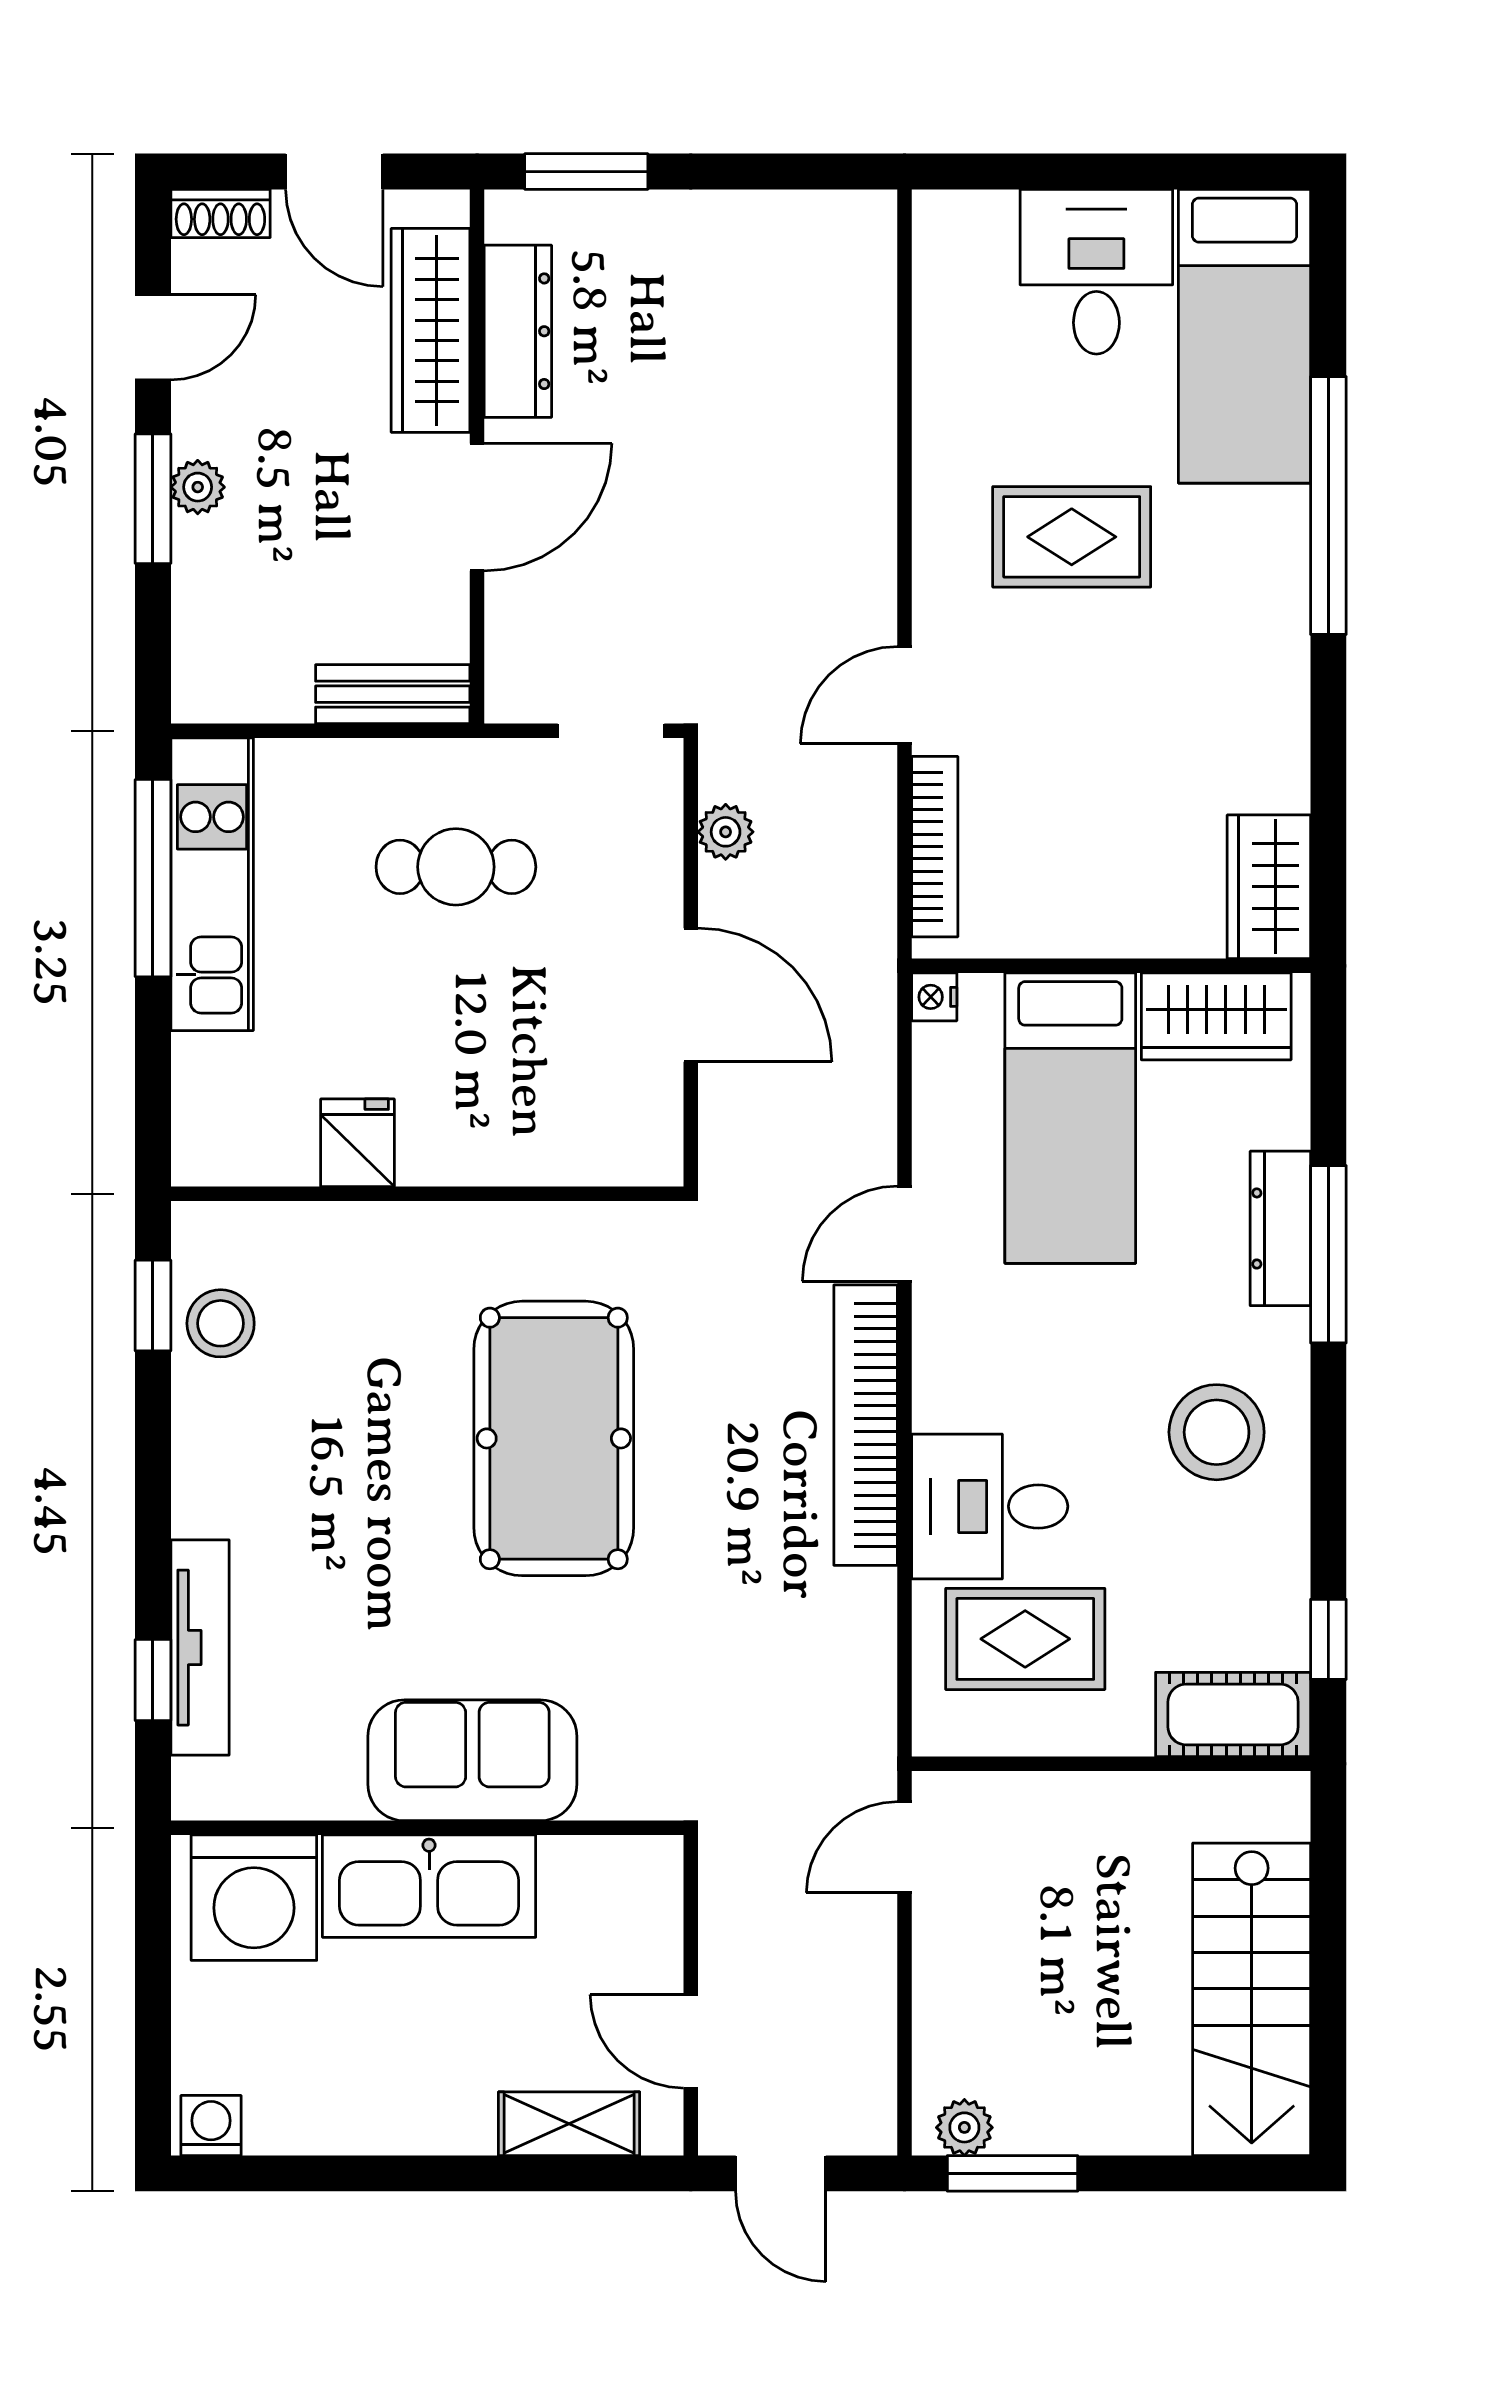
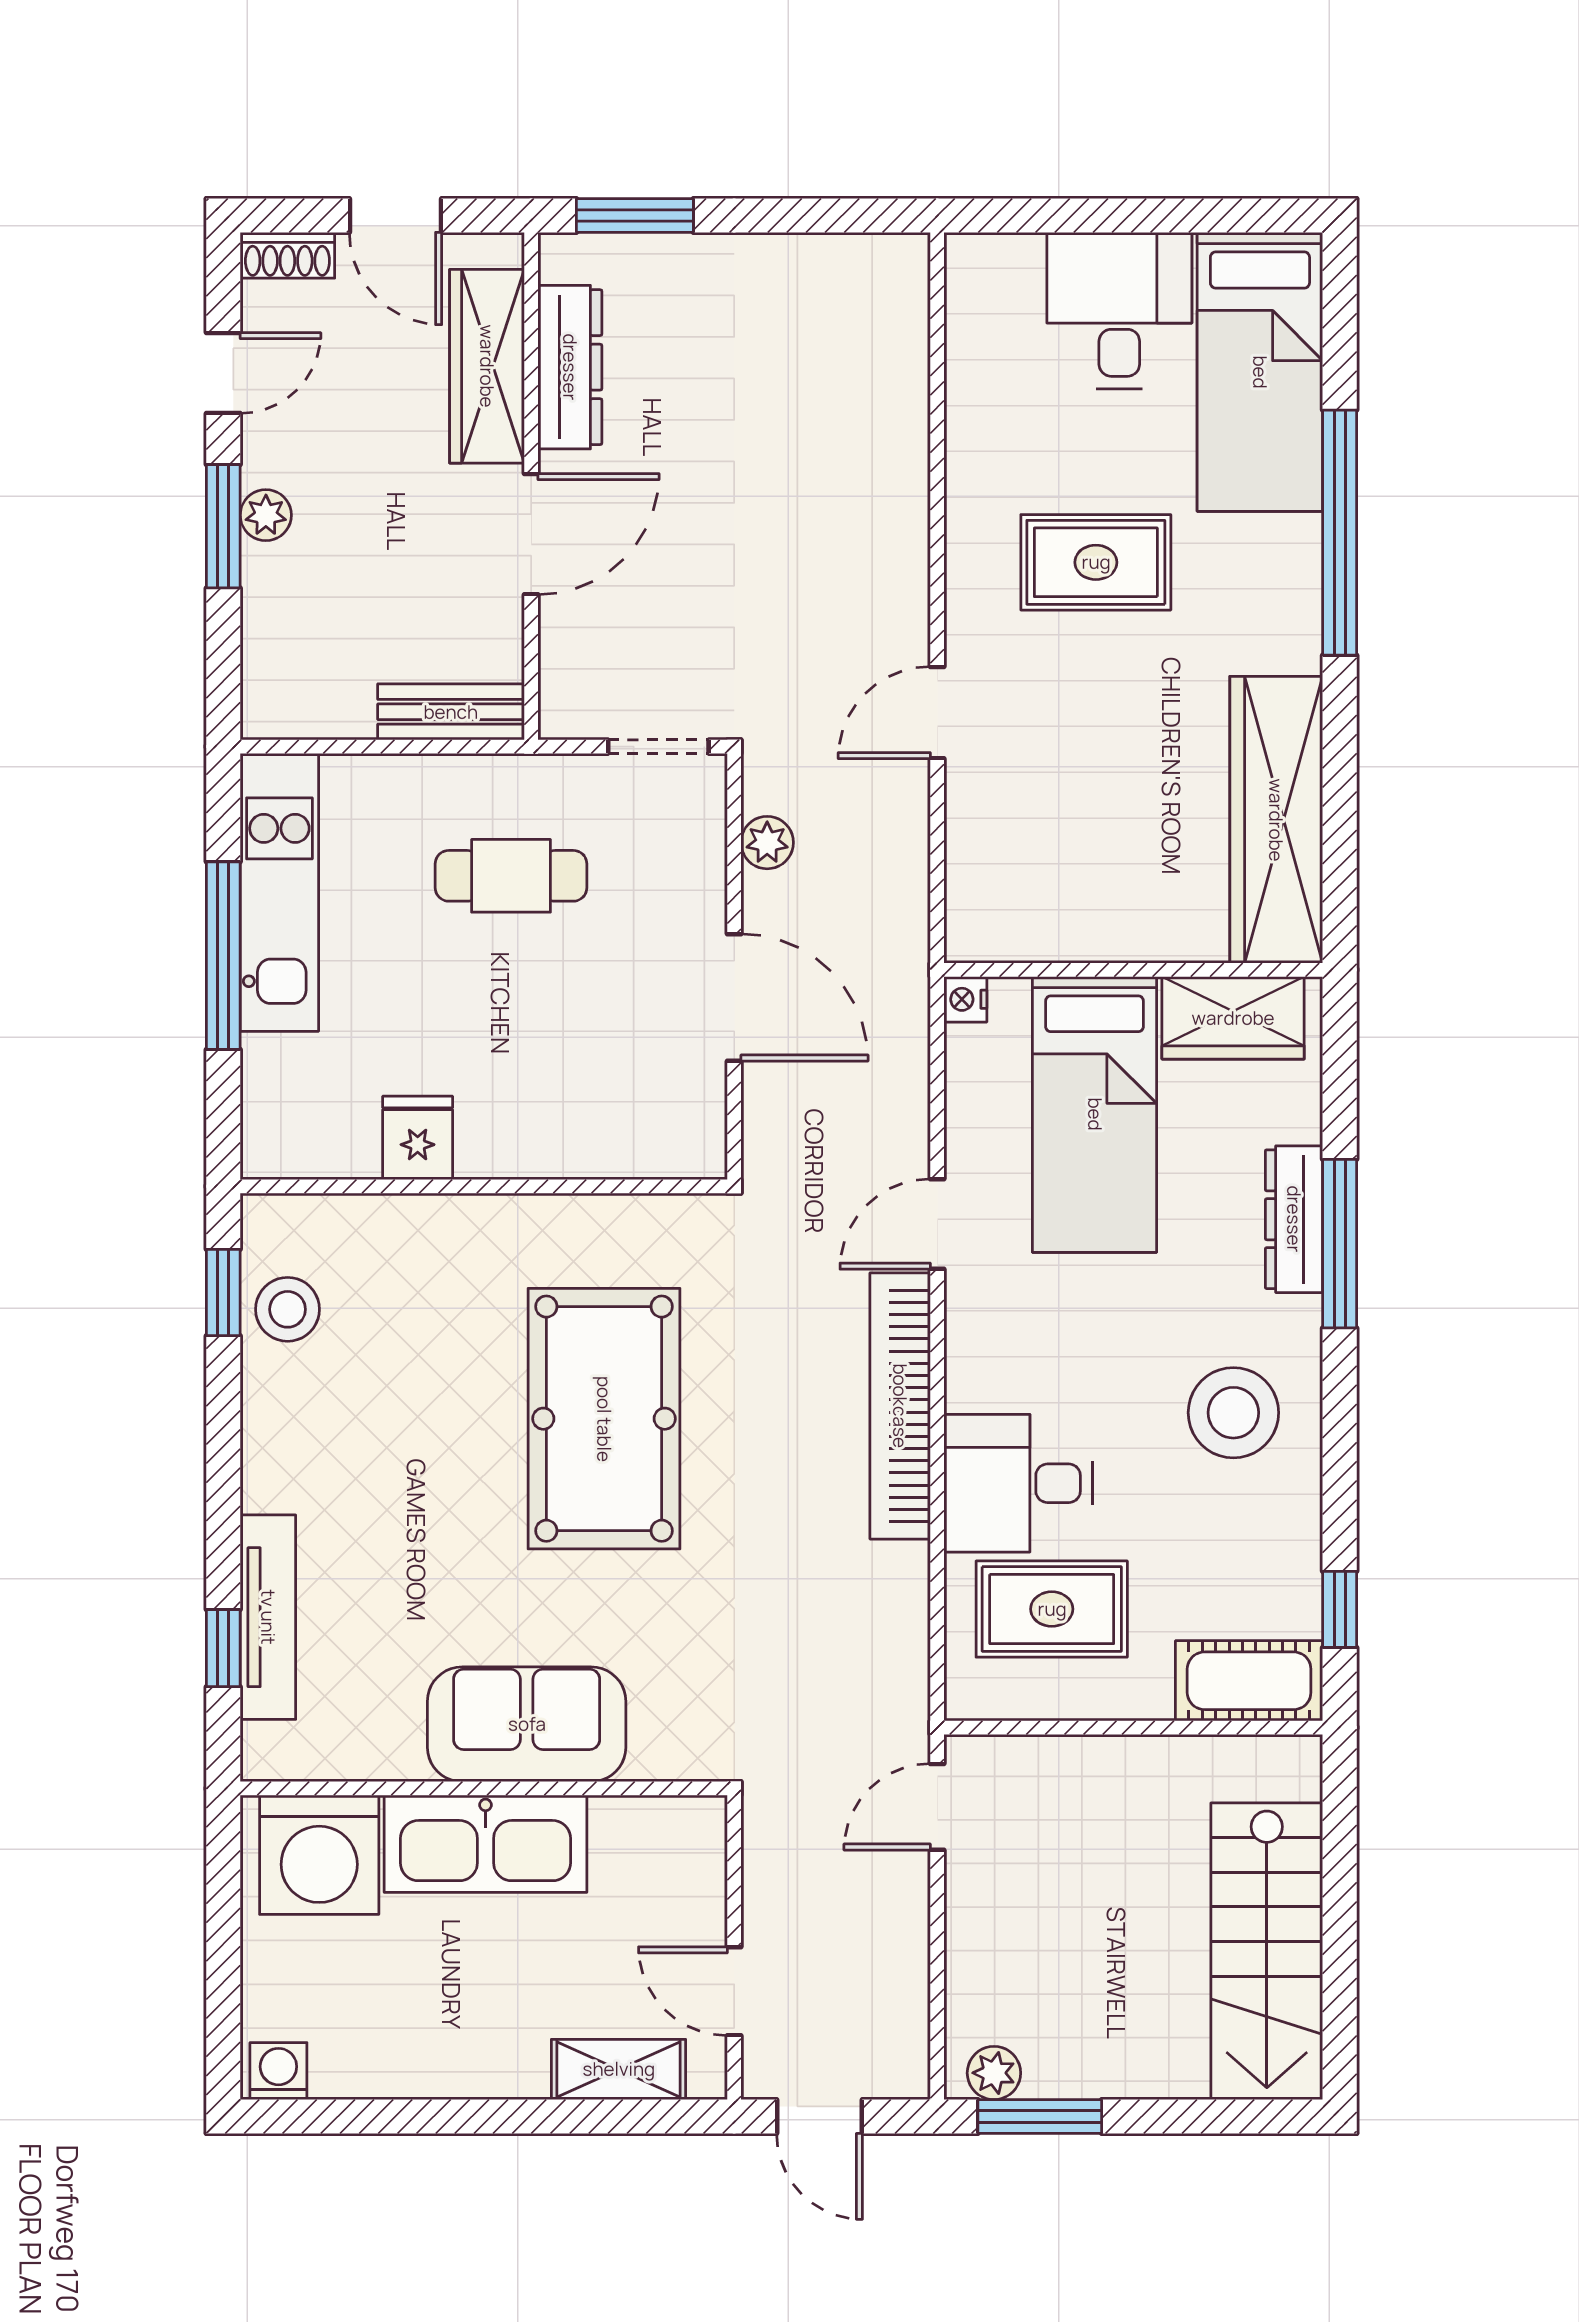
bookcase: (935, 847) -> (966, 857), removed
window: (153, 878) -> (223, 956), moved
wardrobe: (1269, 887) -> (1276, 820), width x2.10, depth x1.17

